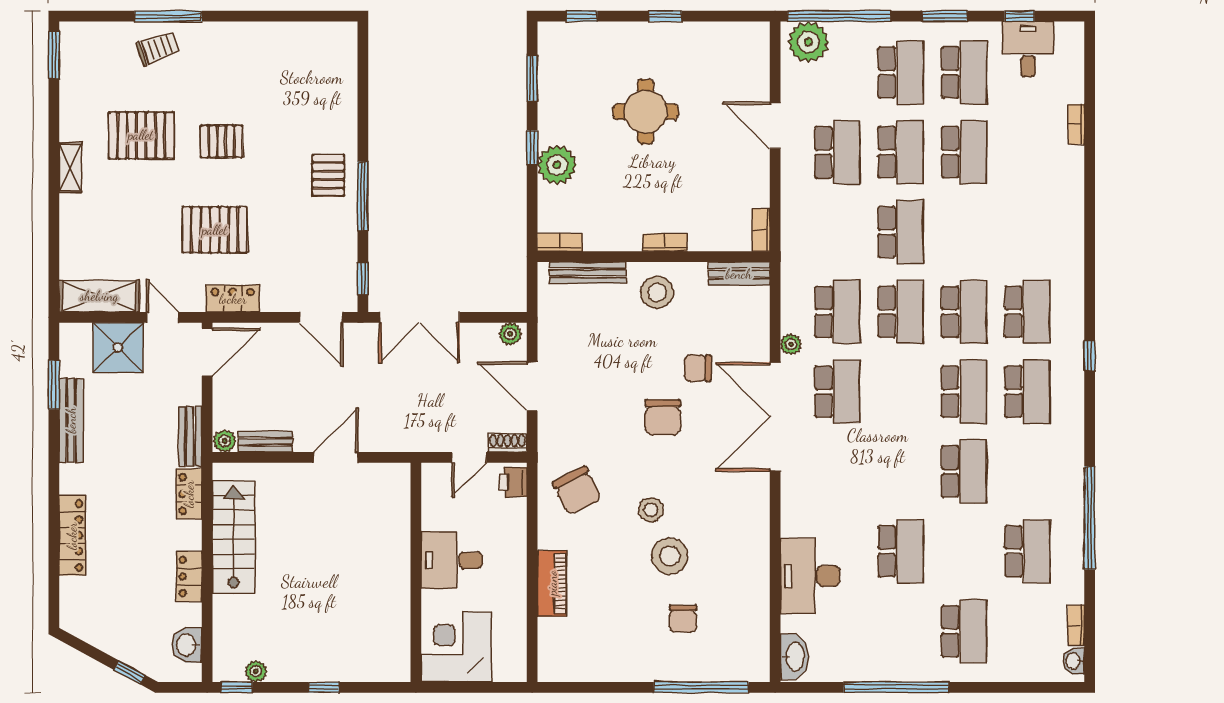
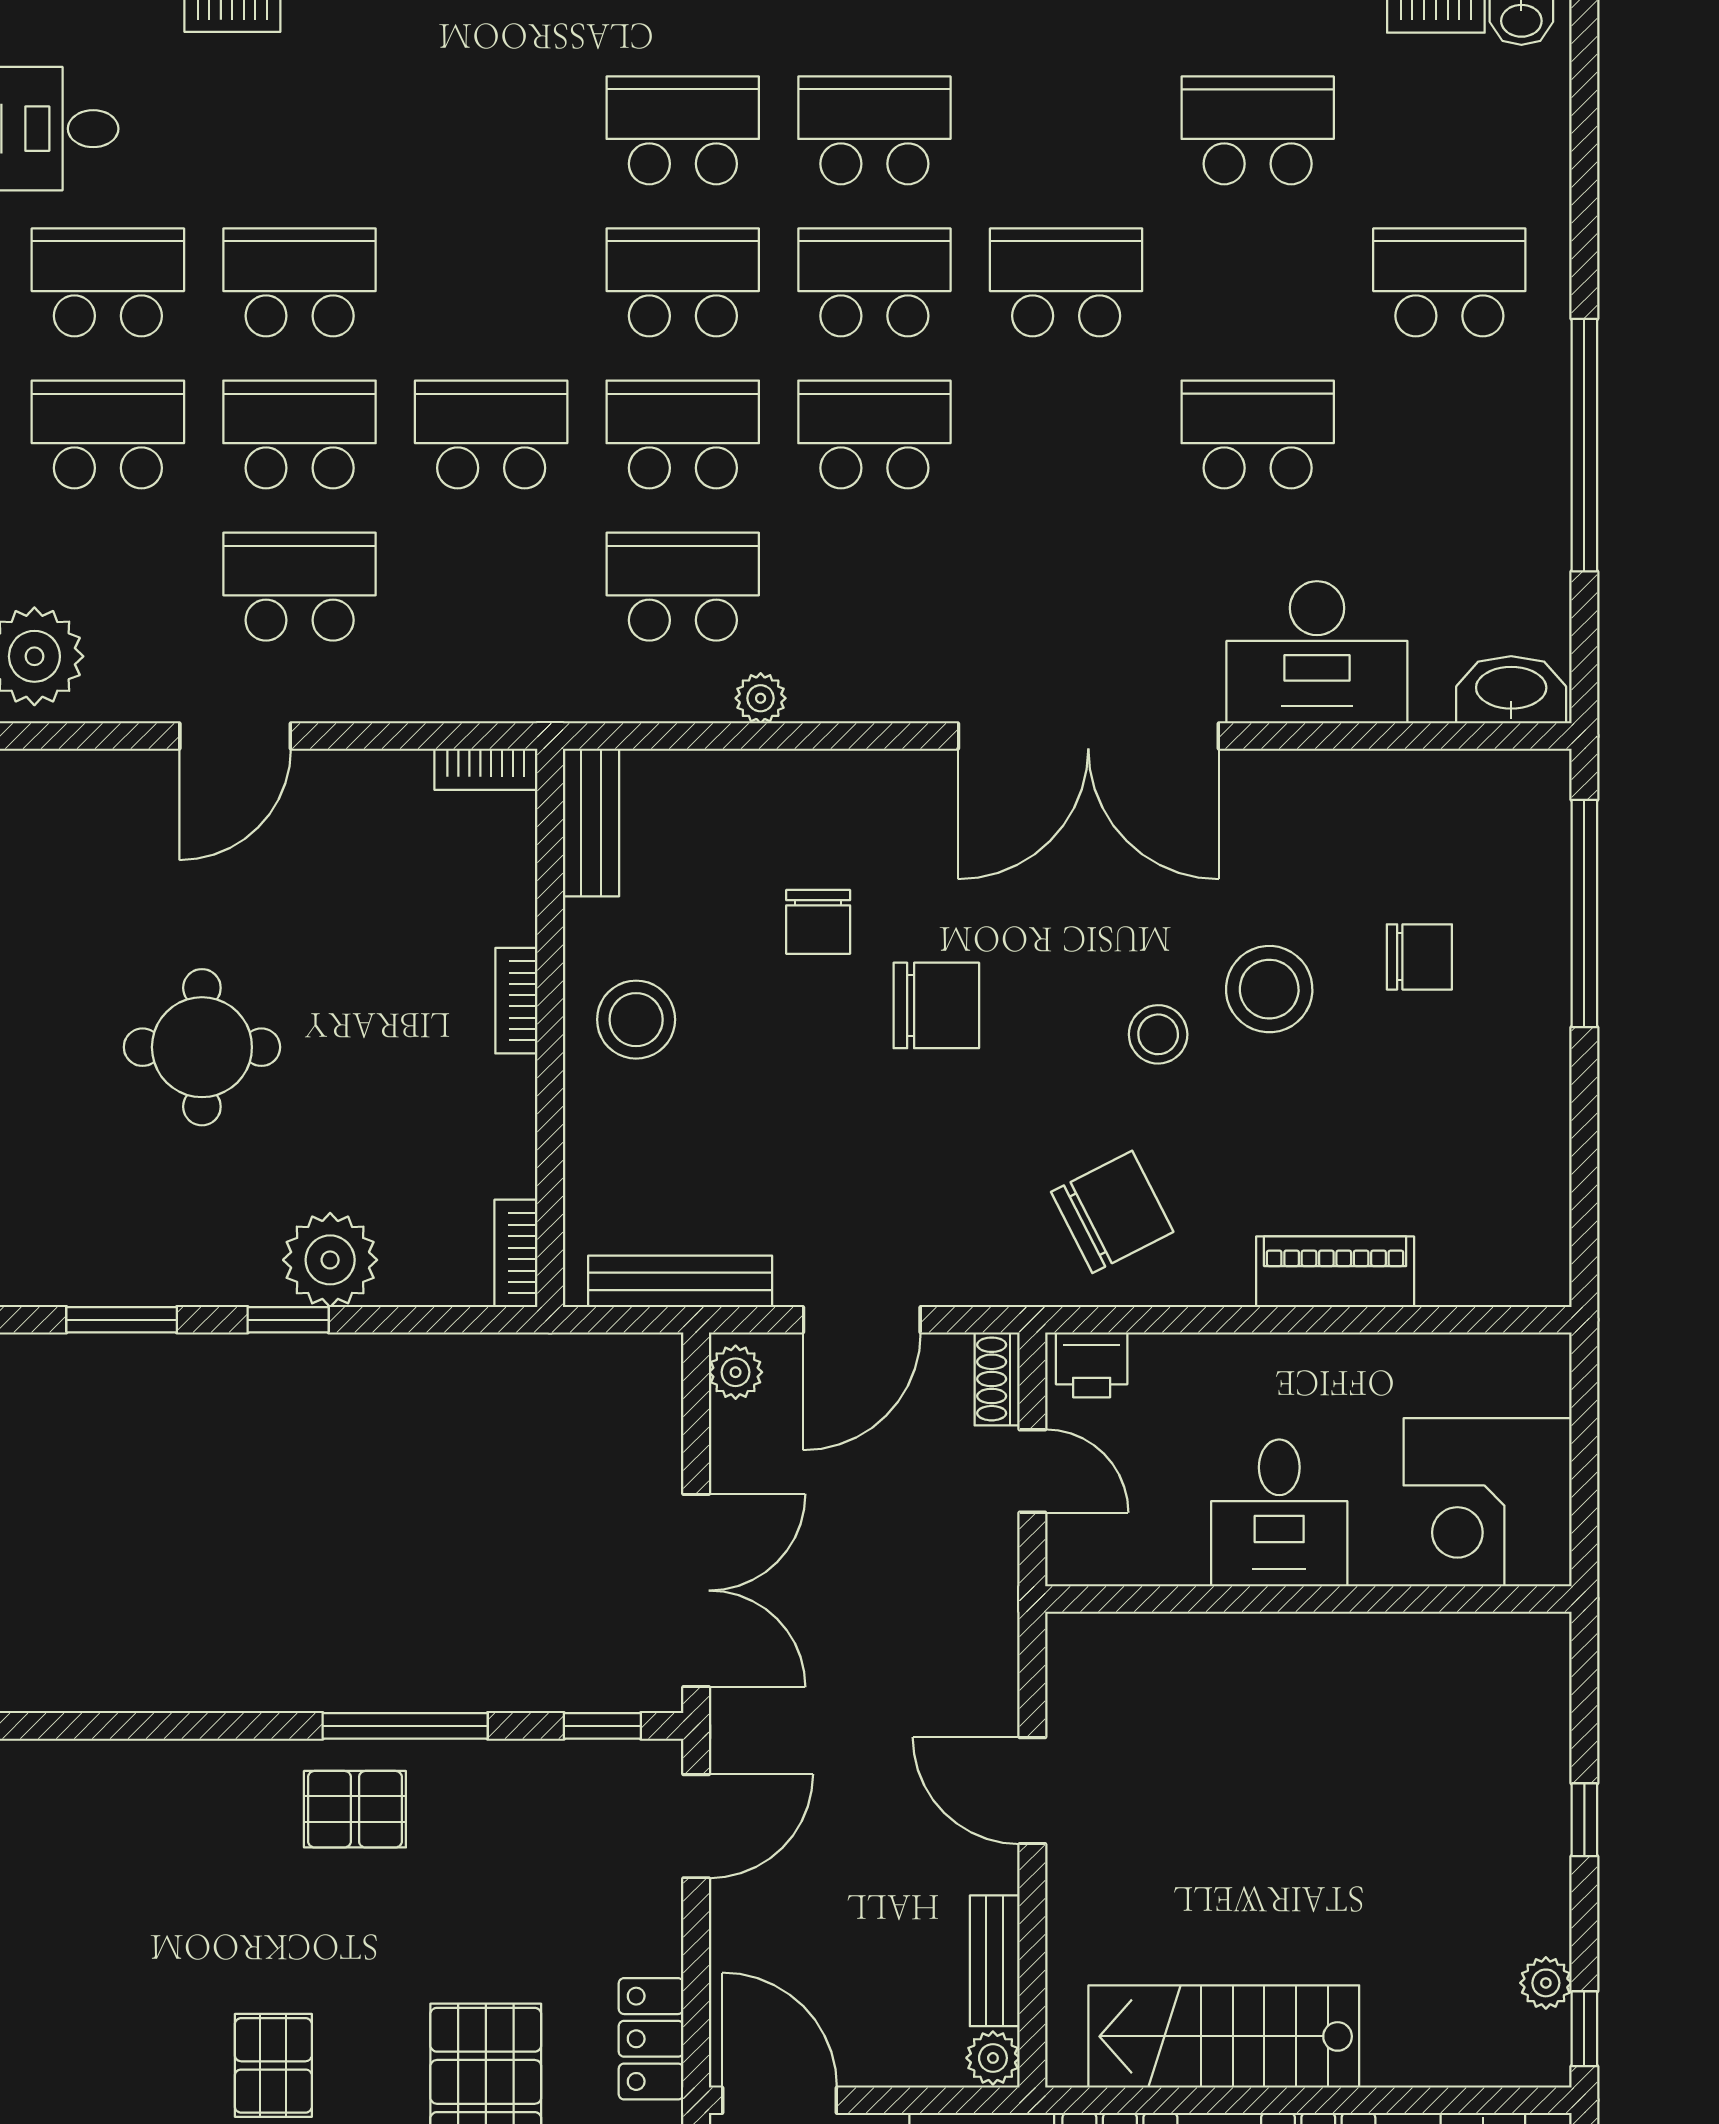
bench: (588, 273) -> (680, 1281), moved, turned 90
school desk: (837, 392) -> (874, 435), moved
double door: (775, 417) -> (1088, 736), moved

